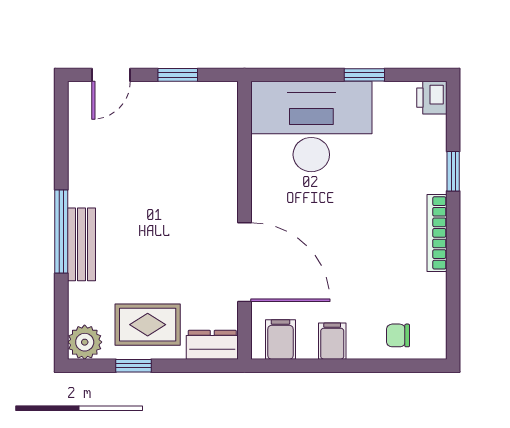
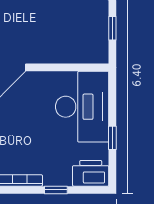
printer: (432, 98) -> (91, 173), width x1.87, depth x1.48

